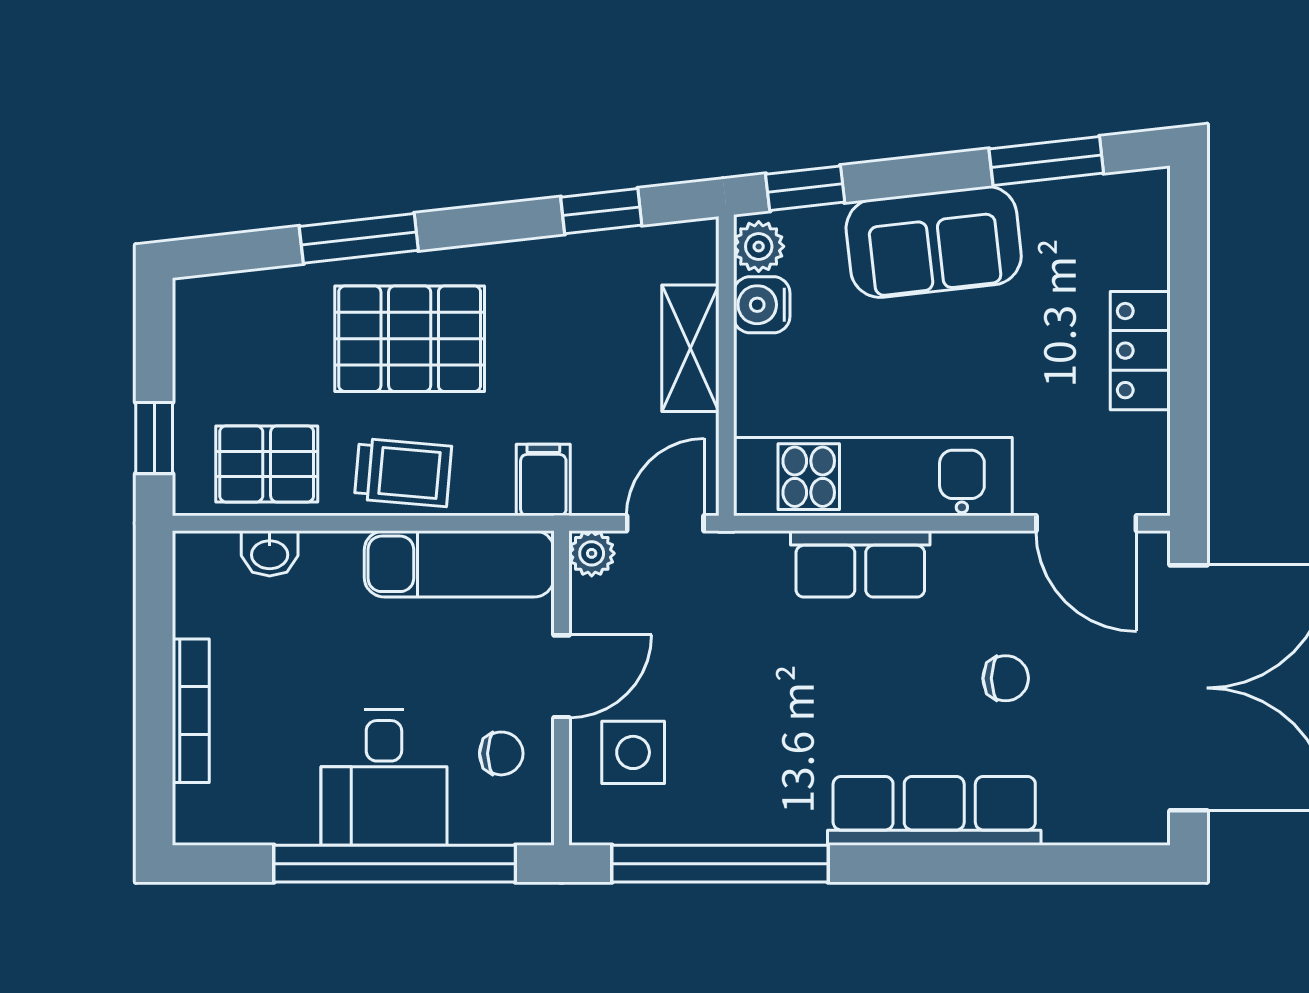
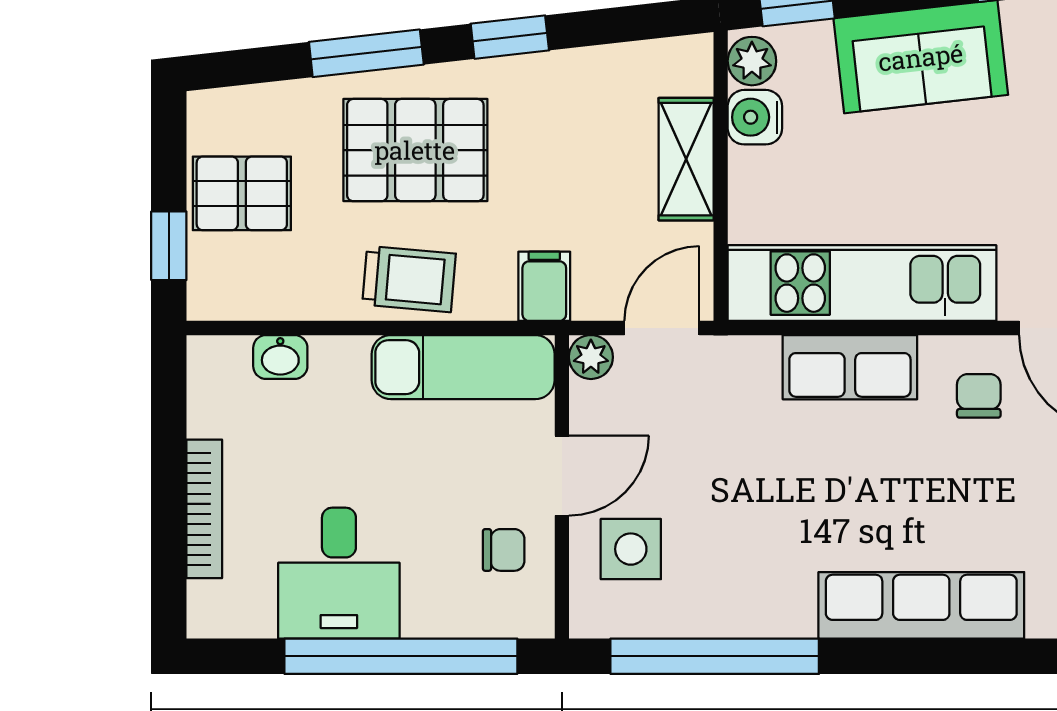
window: (601, 211) -> (510, 37), moved
pallet: (267, 464) -> (242, 193), moved
chair: (1006, 678) -> (979, 396), moved, turned -90
desk: (384, 777) -> (339, 573), moved

